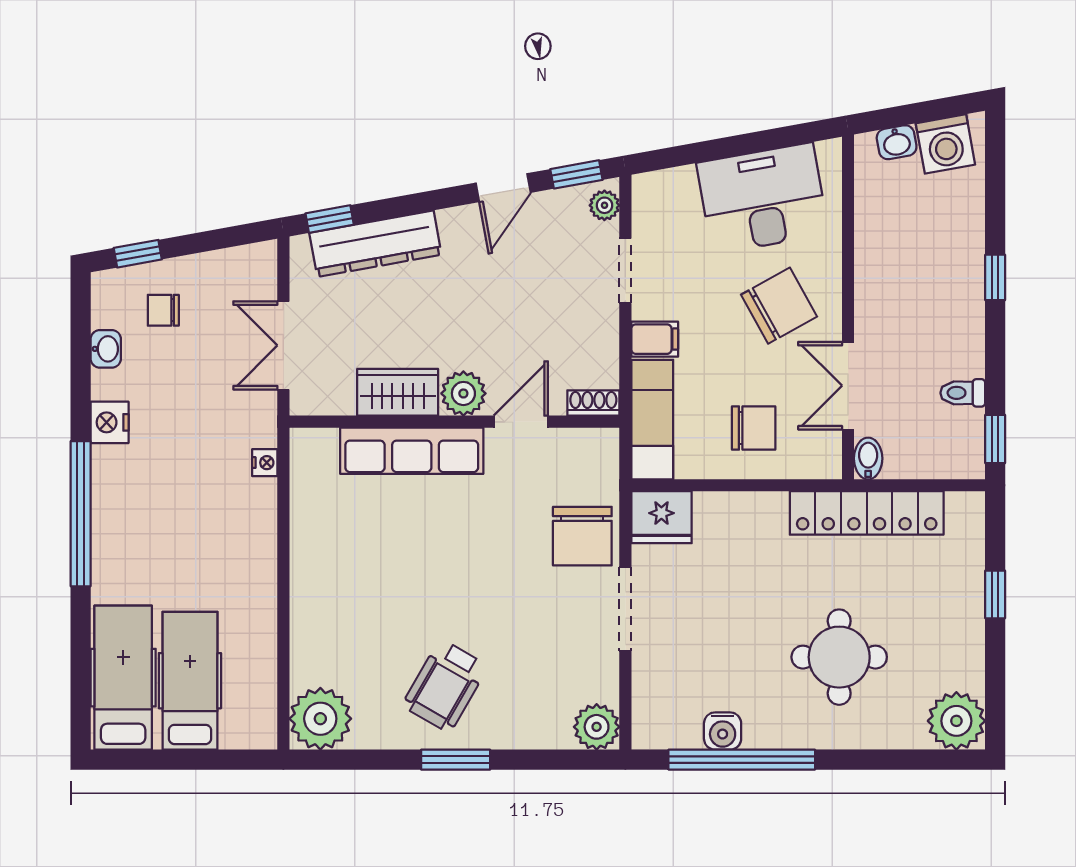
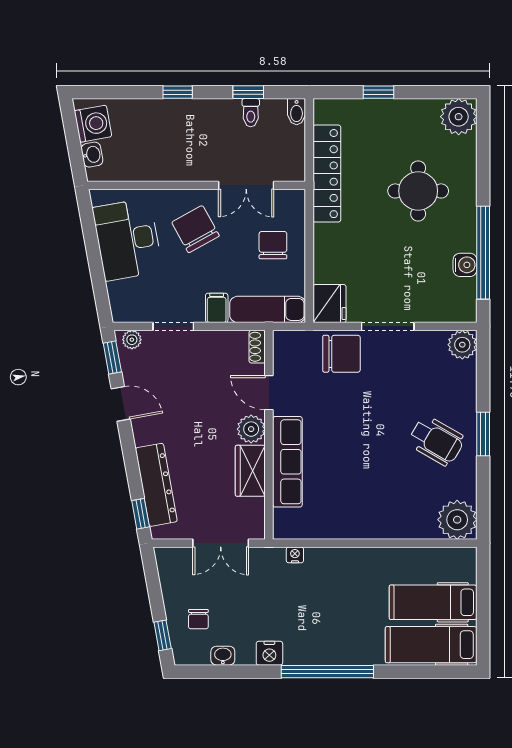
window: (995, 439) -> (248, 92), moved
bidet: (868, 458) -> (297, 112), moved, turned -90

